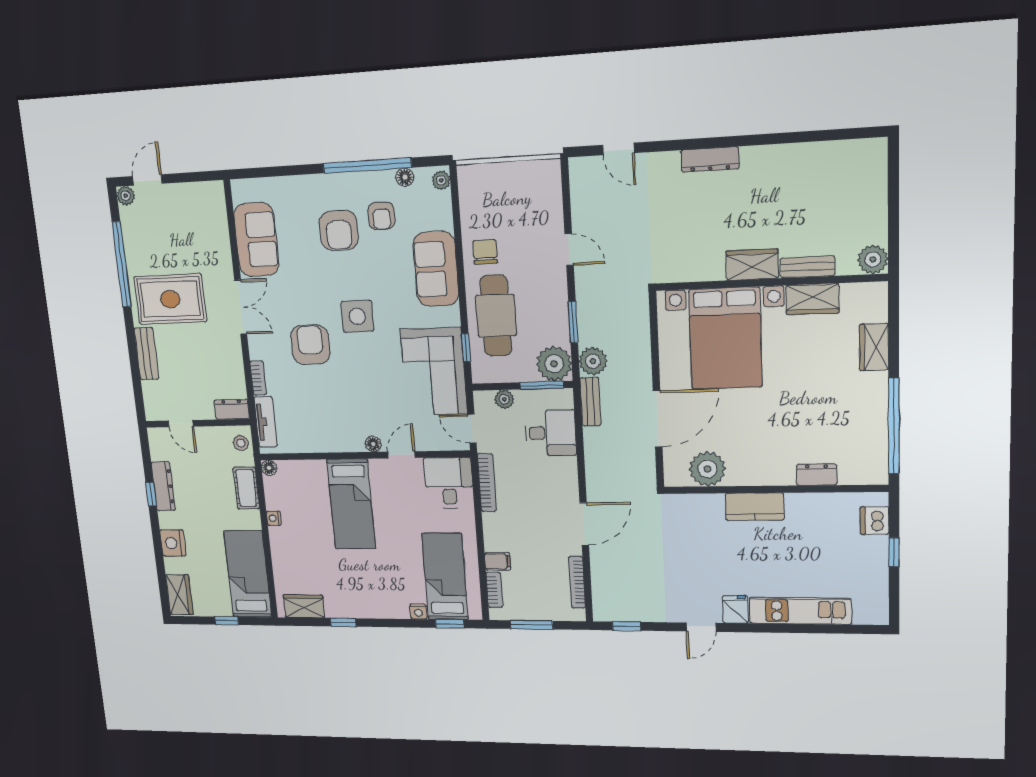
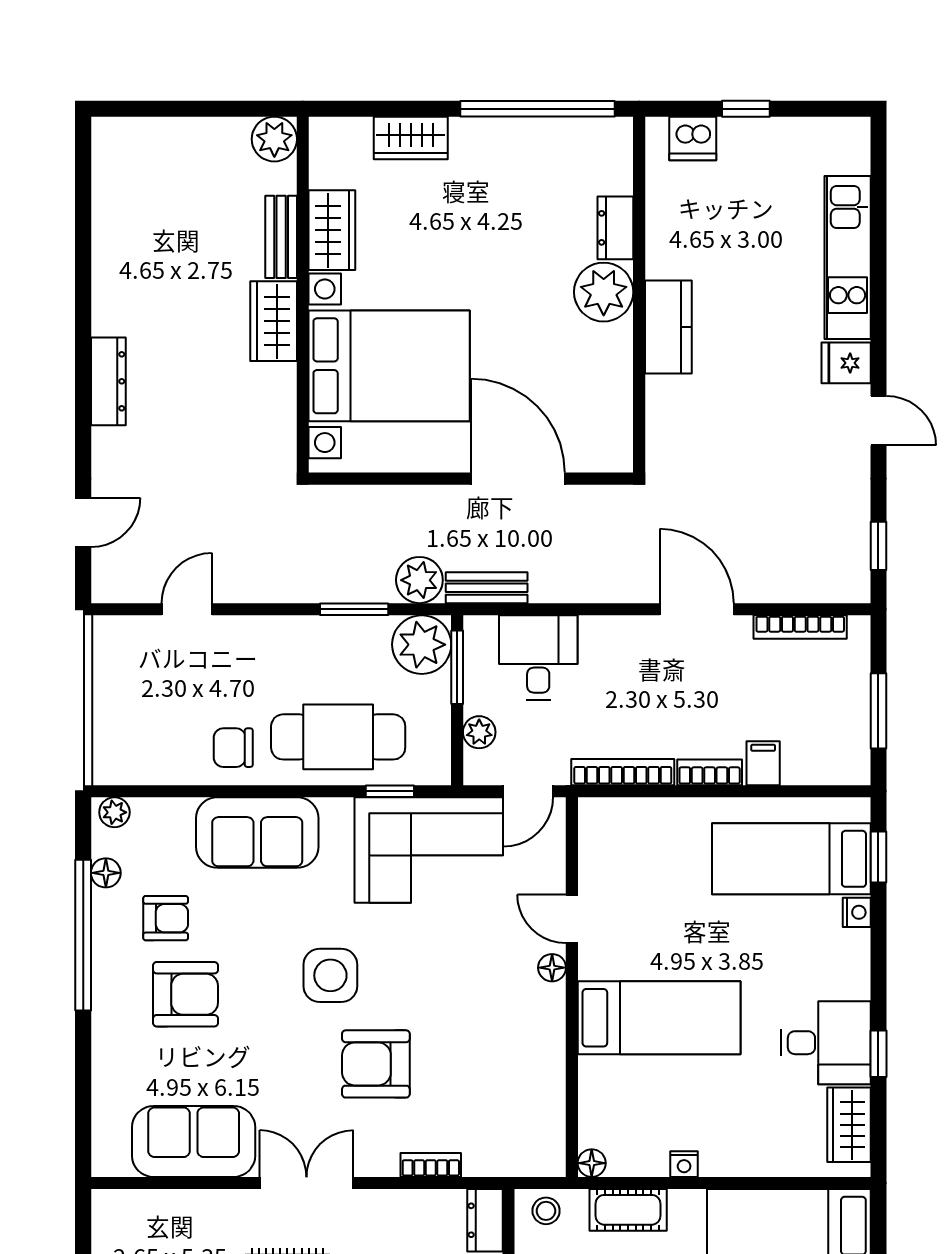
door: (569, 250) -> (187, 609), moved
tv unit: (266, 422) -> (509, 1160), removed
plant: (707, 469) -> (604, 292), moved
desk: (449, 483) -> (826, 1043), moved, turned 180
bookcase: (494, 590) -> (710, 772), moved

